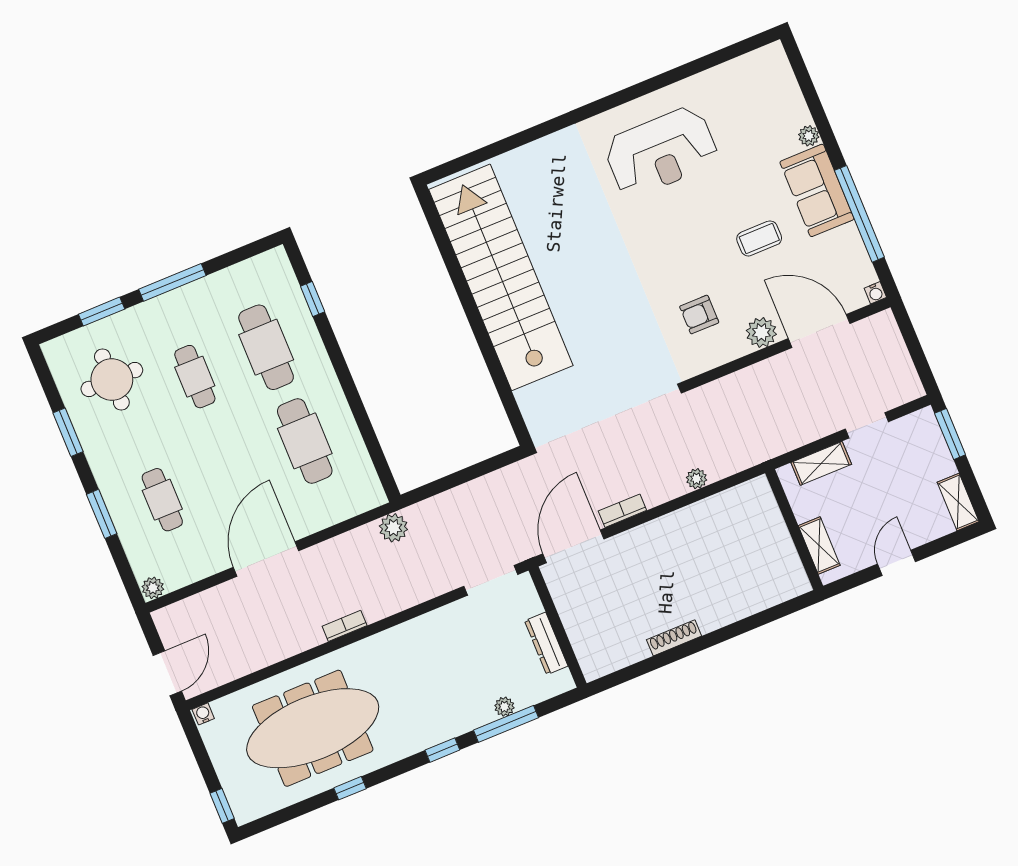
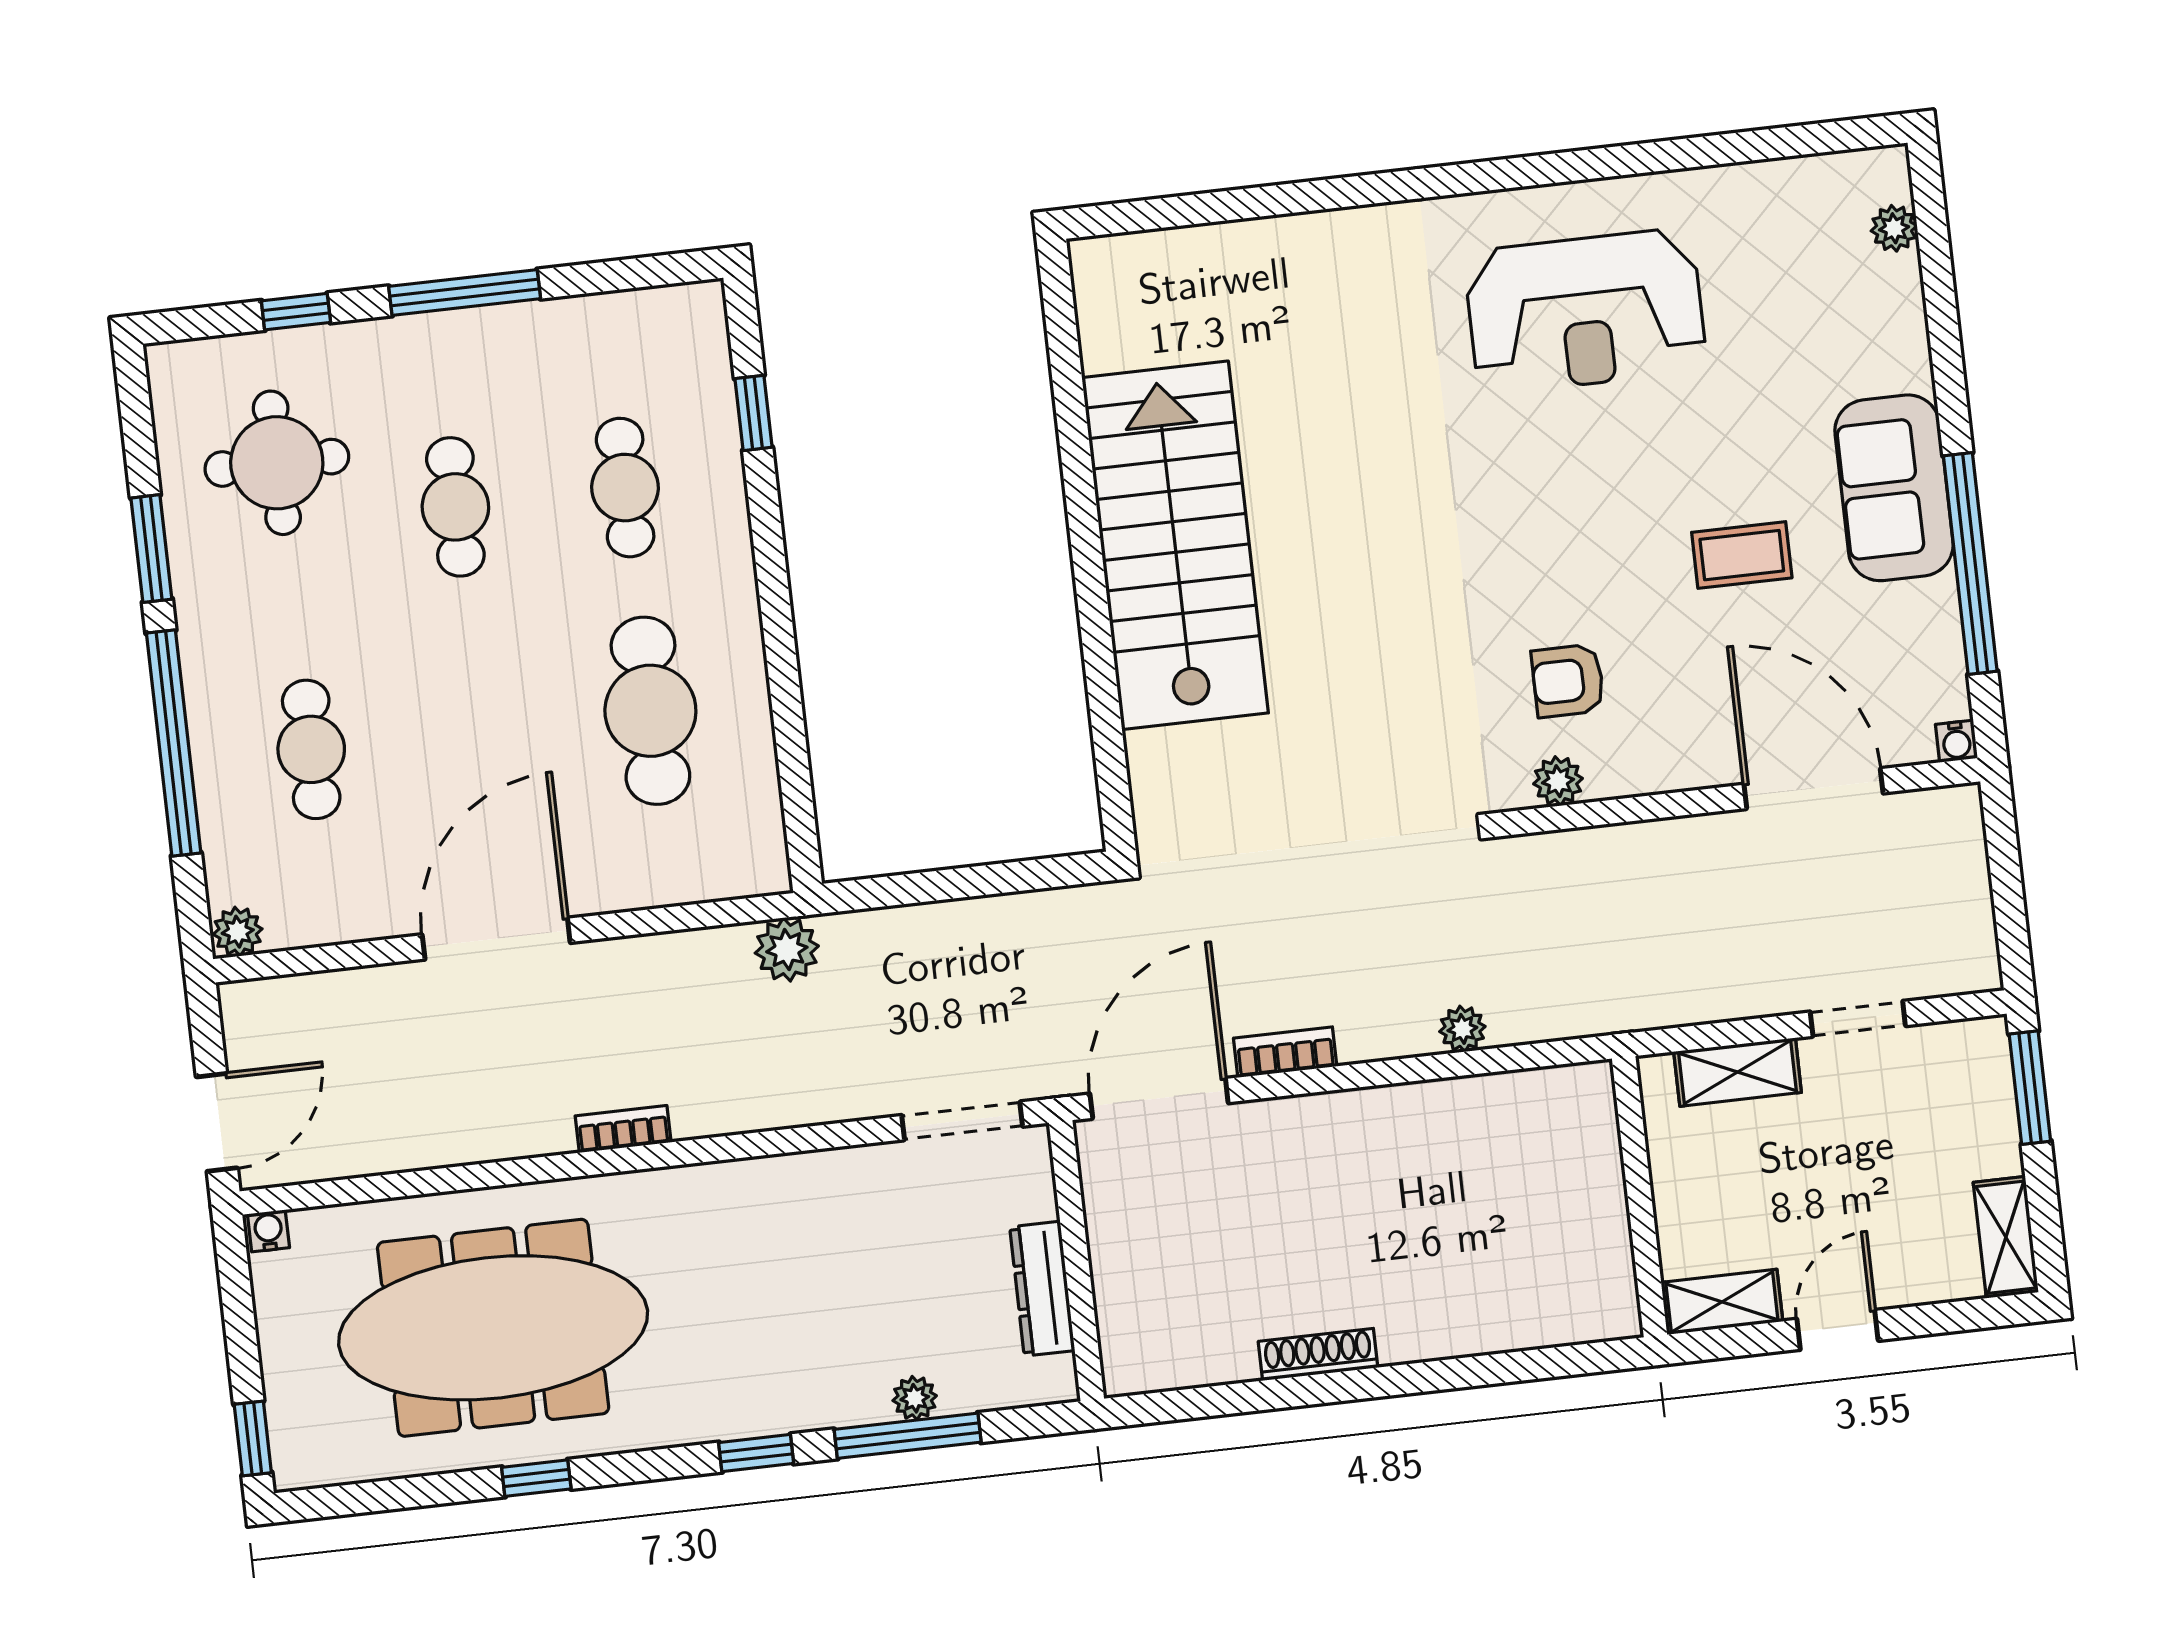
plant: (809, 136) -> (1894, 228), moved
stairs: (501, 277) -> (1175, 545), width x0.73
window: (102, 312) -> (296, 312), width x0.67
plant: (761, 332) -> (1558, 781), moved, width x0.73, depth x0.73
cafe table: (266, 347) -> (625, 488), width x0.73, depth x0.74
window: (102, 514) -> (174, 743), width x2.11
shelving: (819, 545) -> (1722, 1302), moved, turned 90

